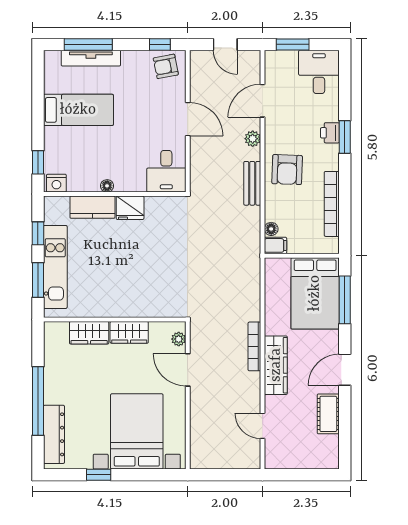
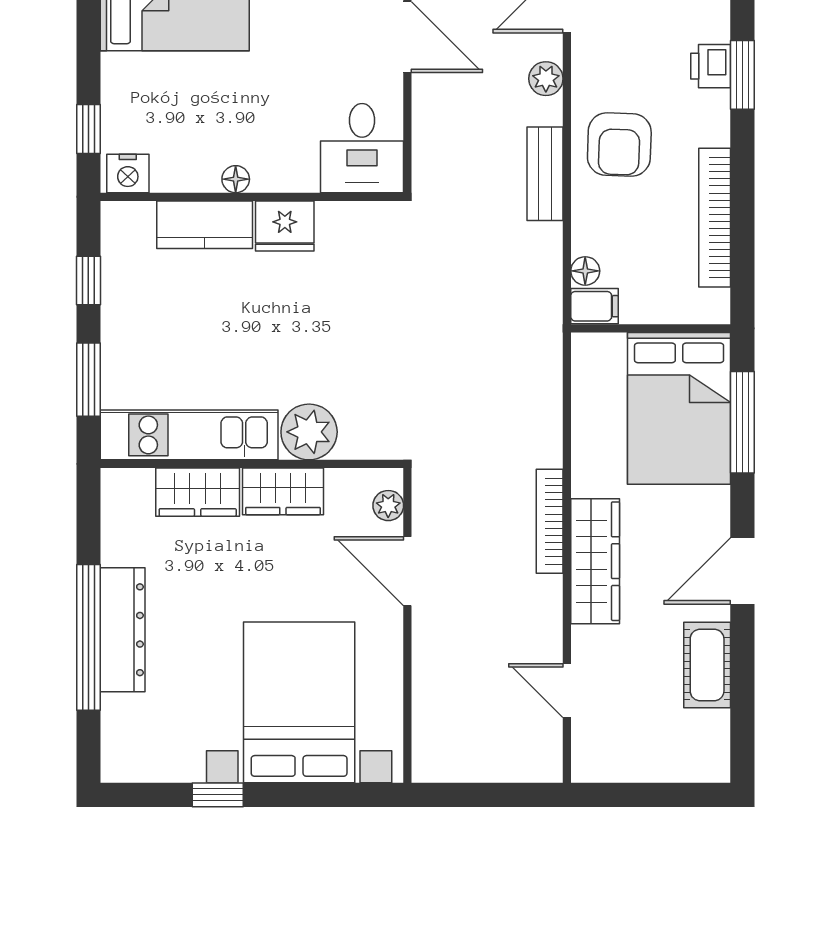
kitchen unit: (55, 267) -> (189, 435), moved, turned -90
plant: (141, 304) -> (309, 432), added
dresser: (54, 434) -> (123, 630), moved

